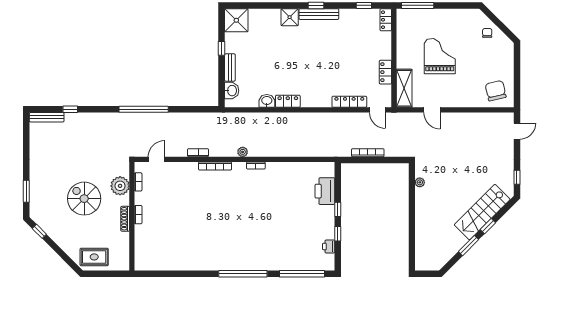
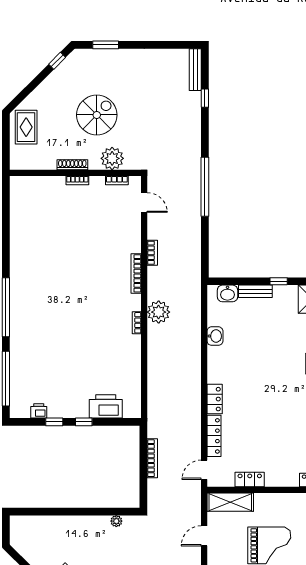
locker: (288, 101) -> (215, 399), moved
plant: (243, 152) -> (159, 312), width x1.87, depth x1.87

